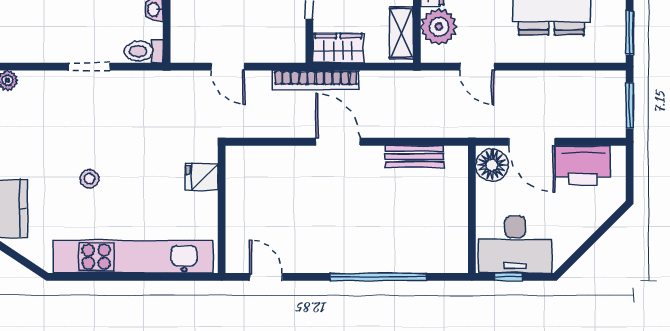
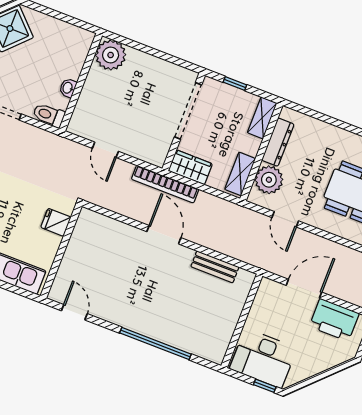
door: (532, 142) -> (304, 289), swing flipped
floor lamp: (492, 165) -> (269, 294), removed
window: (509, 277) -> (265, 386), moved

